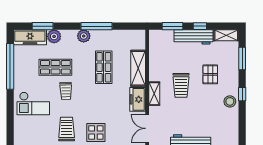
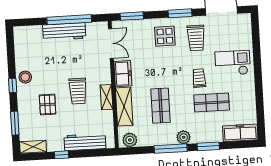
window: (43, 26) -> (208, 146), moved
window: (173, 26) -> (90, 153), removed
plant: (54, 36) -> (130, 140), moved
workbench: (194, 37) -> (85, 142), moved
window: (10, 66) -> (259, 101), removed
trolley: (181, 85) -> (78, 91), turned 180
shelving: (154, 94) -> (107, 97), moved

